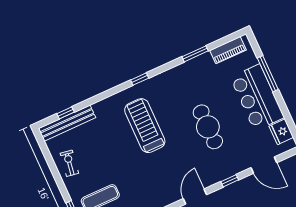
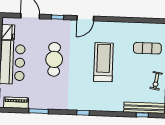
treadmill: (145, 126) -> (103, 62), moved, turned 180

